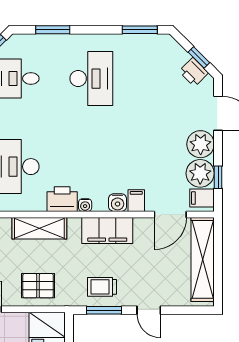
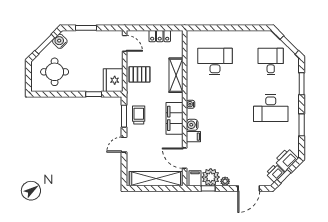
window: (140, 30) -> (302, 125), moved
plant: (201, 144) -> (225, 181), width x0.53, depth x0.53
printer: (62, 199) -> (286, 160), moved, turned -135
pallet: (38, 286) -> (140, 74), turned 90

